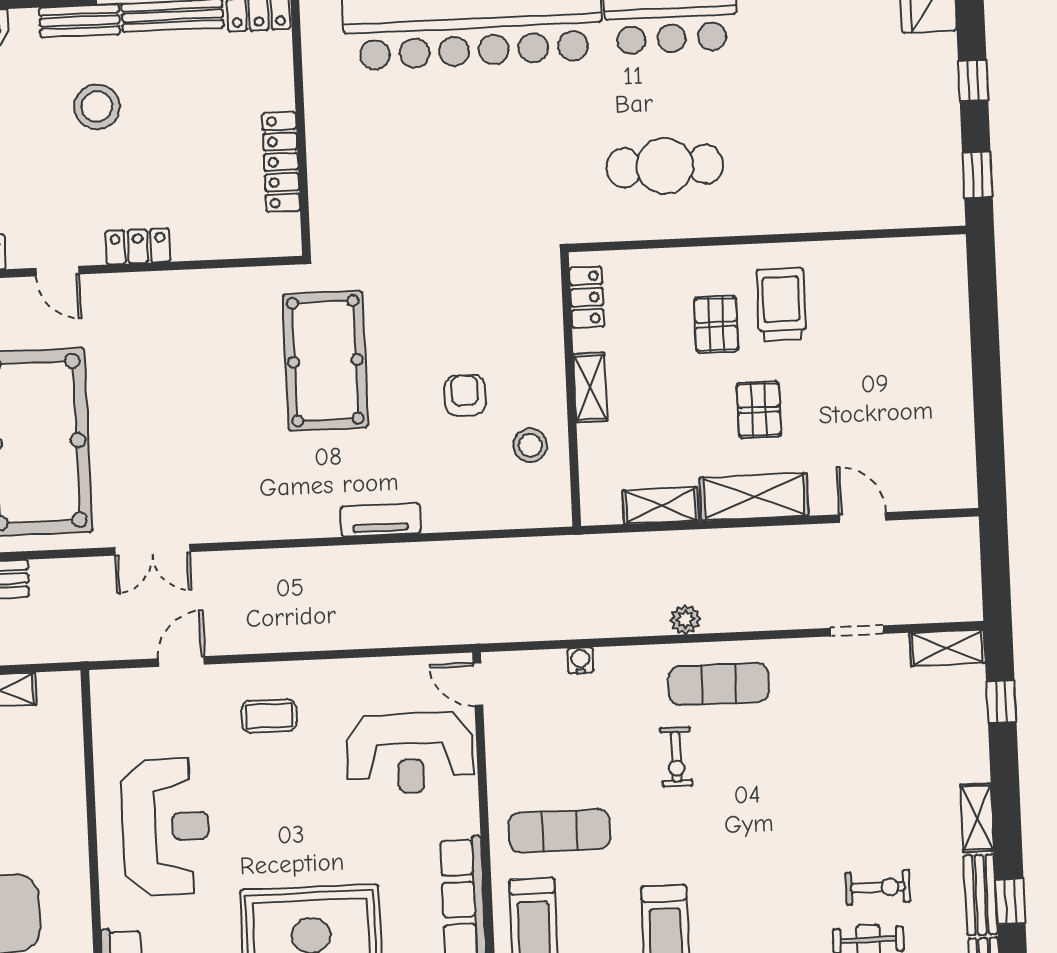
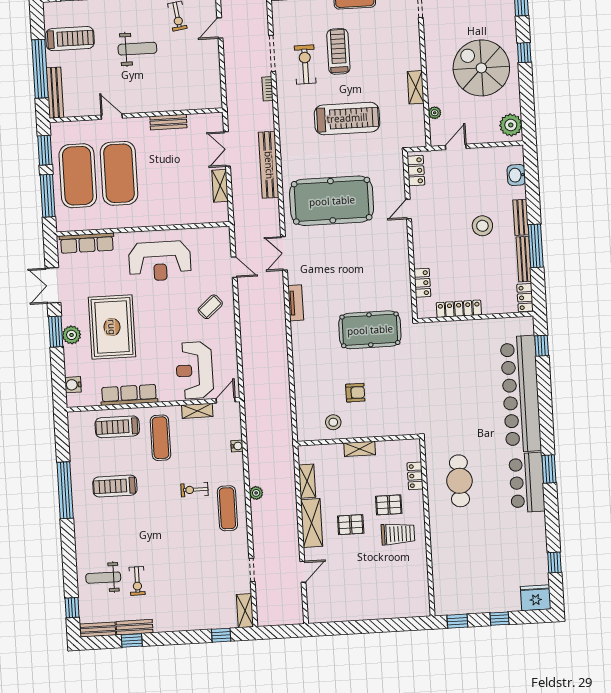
locker: (138, 246) -> (422, 283), moved
locker: (587, 297) -> (415, 476), moved, turned 90
tv unit: (380, 520) -> (296, 303), moved
coffee table: (269, 716) -> (210, 307), turned 49
shelving: (977, 818) -> (197, 411), moved

